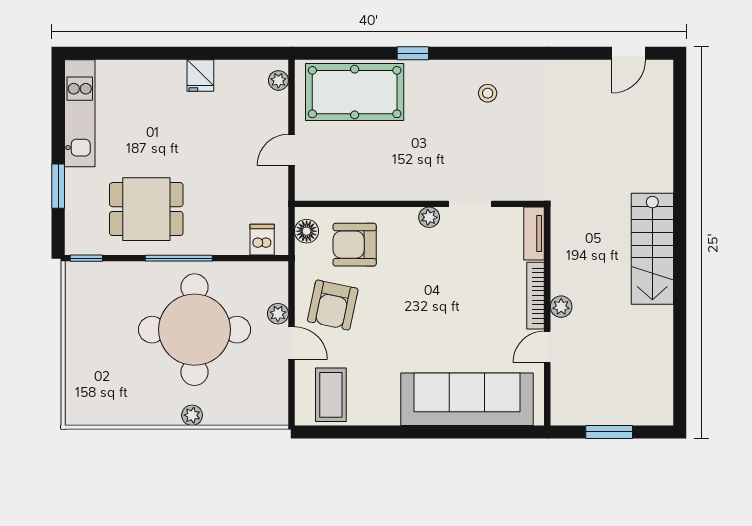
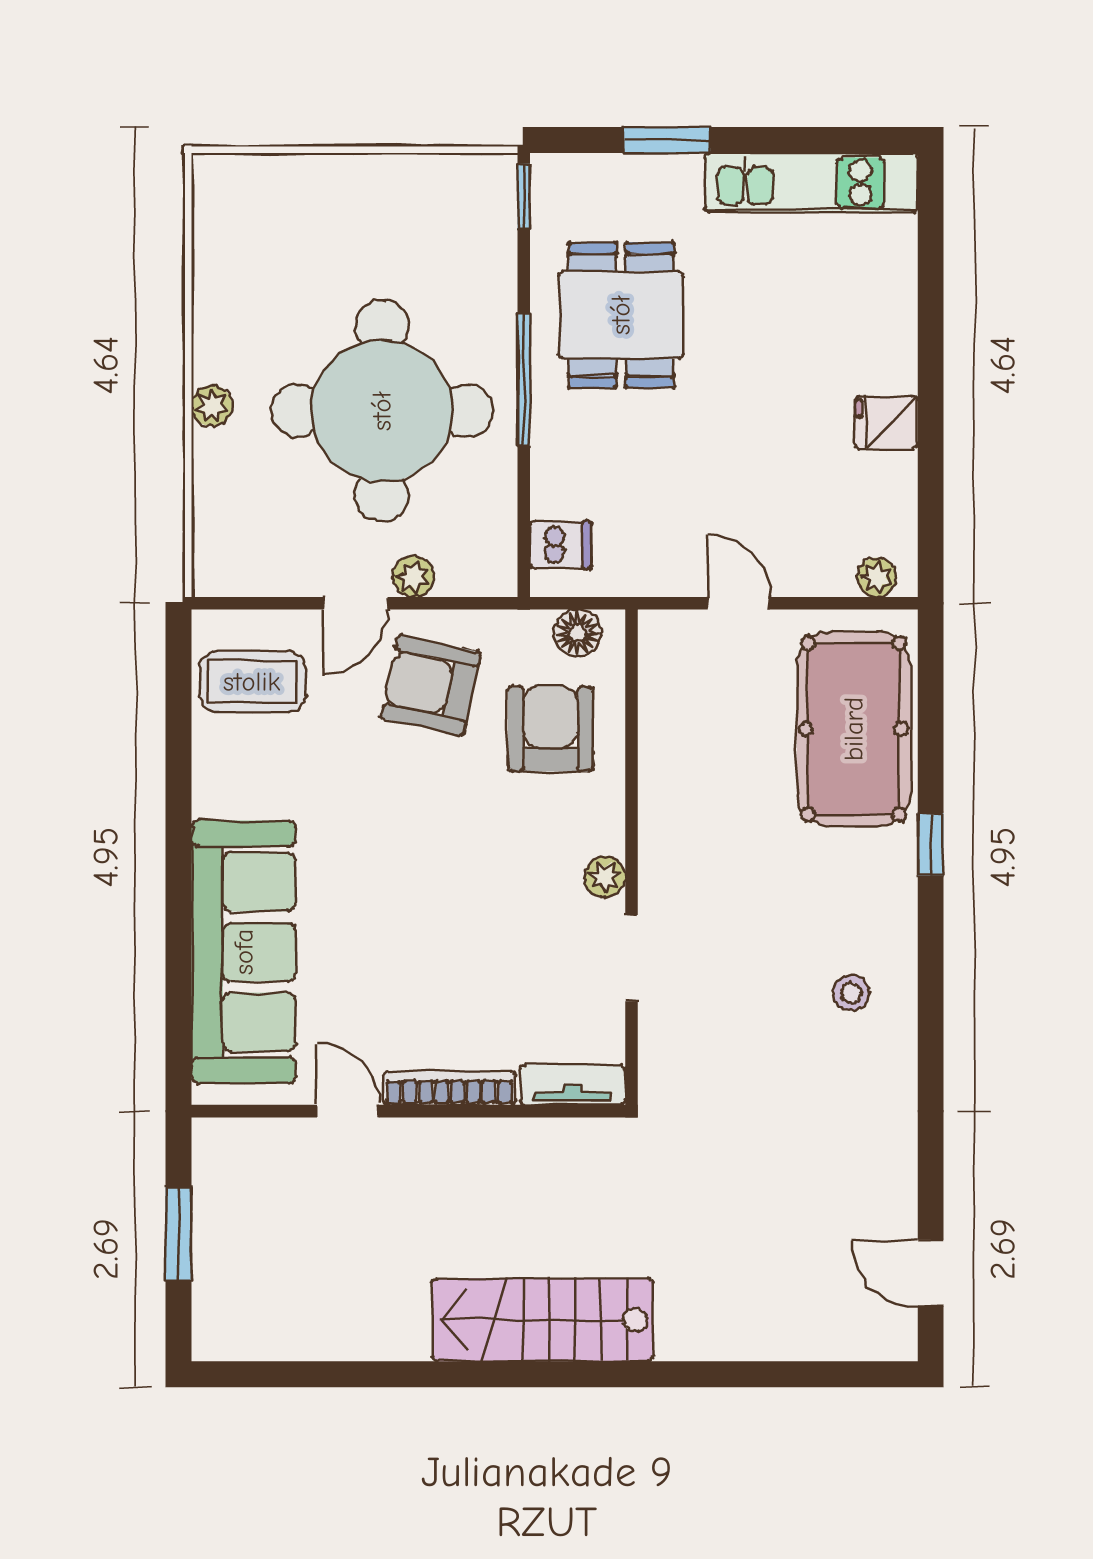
plant: (561, 307) -> (427, 1139), removed

